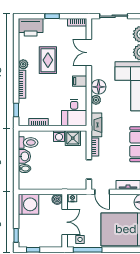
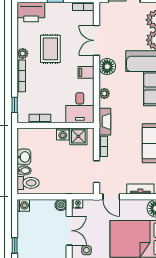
floor lamp: (99, 87) -> (107, 67), moved
toilet: (28, 143) -> (28, 183), moved
washing machine: (29, 204) -> (23, 205), width x0.53, depth x0.53

